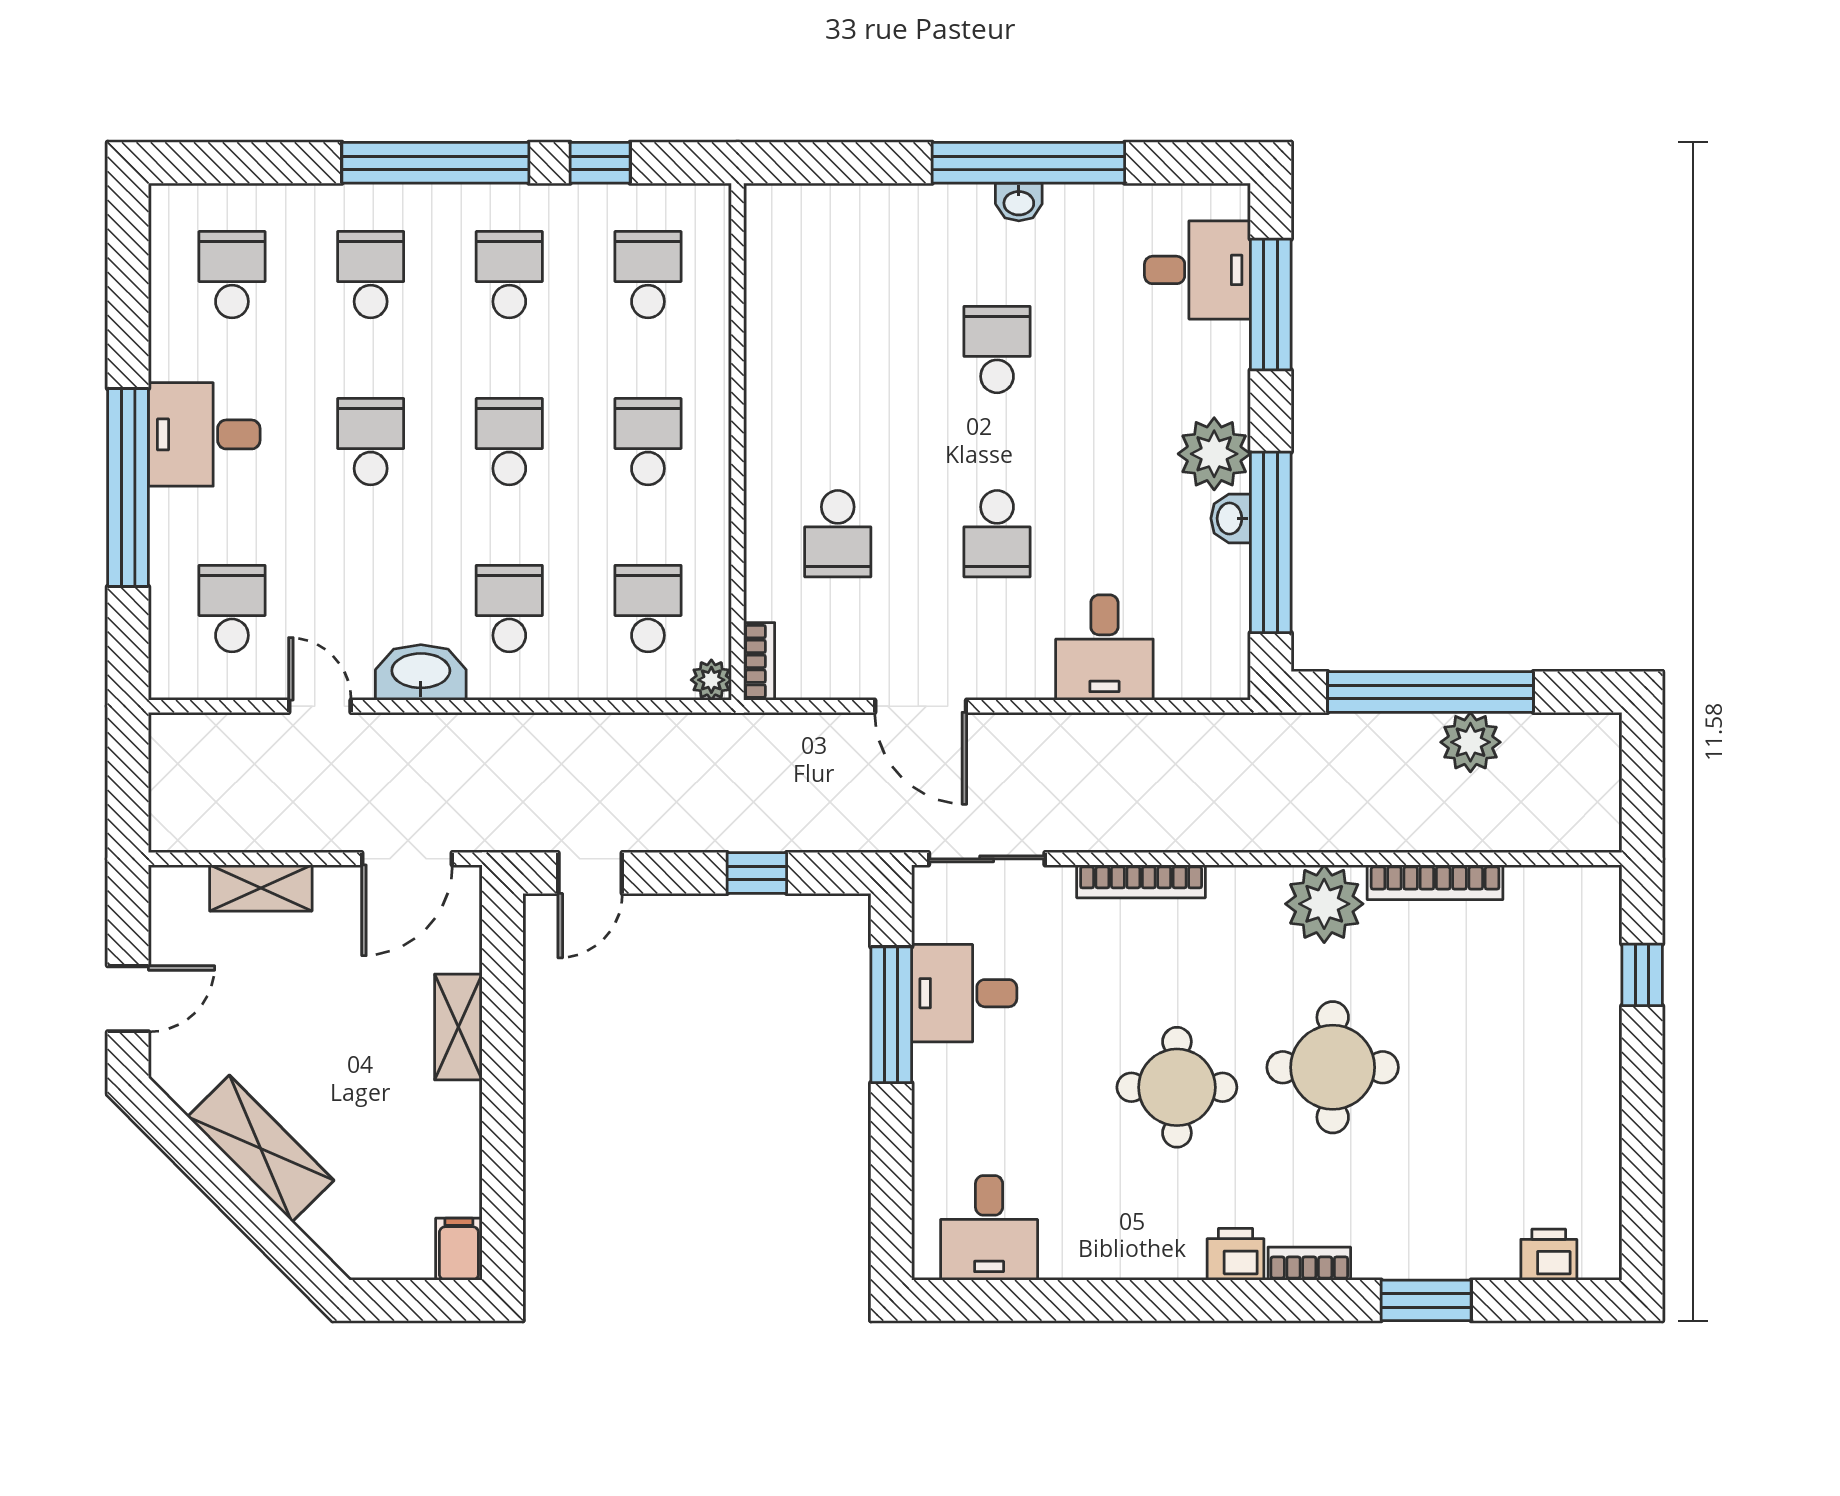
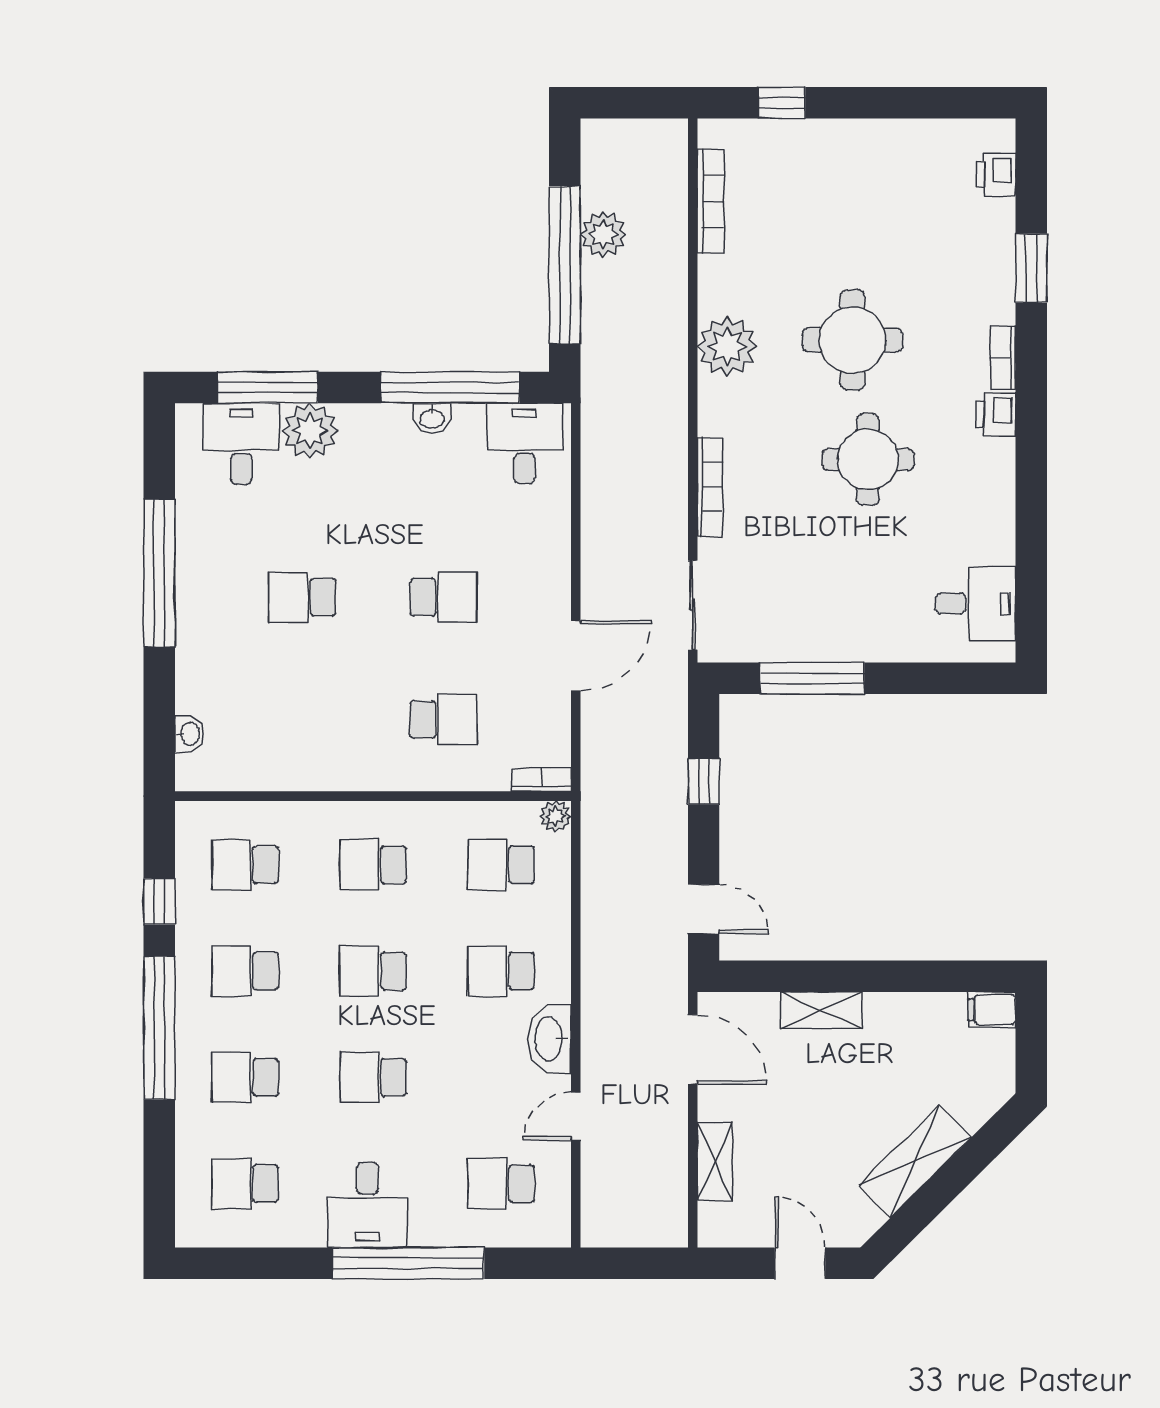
washbasin: (1019, 202) -> (189, 734), moved
plant: (1214, 454) -> (310, 431), moved
desk: (1104, 647) -> (525, 443), moved, turned -90
bookcase: (1435, 882) -> (711, 201), moved
desk: (964, 993) -> (796, 622), removed

